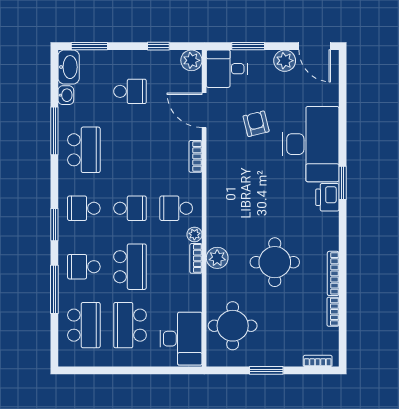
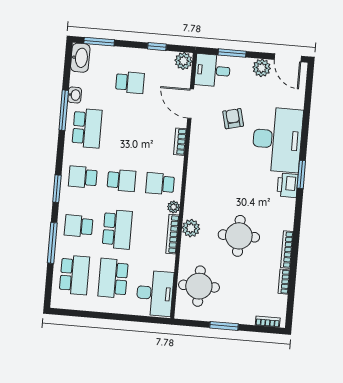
washbasin: (66, 95) -> (75, 95), moved
bookcase: (196, 258) -> (172, 234), width x1.56

